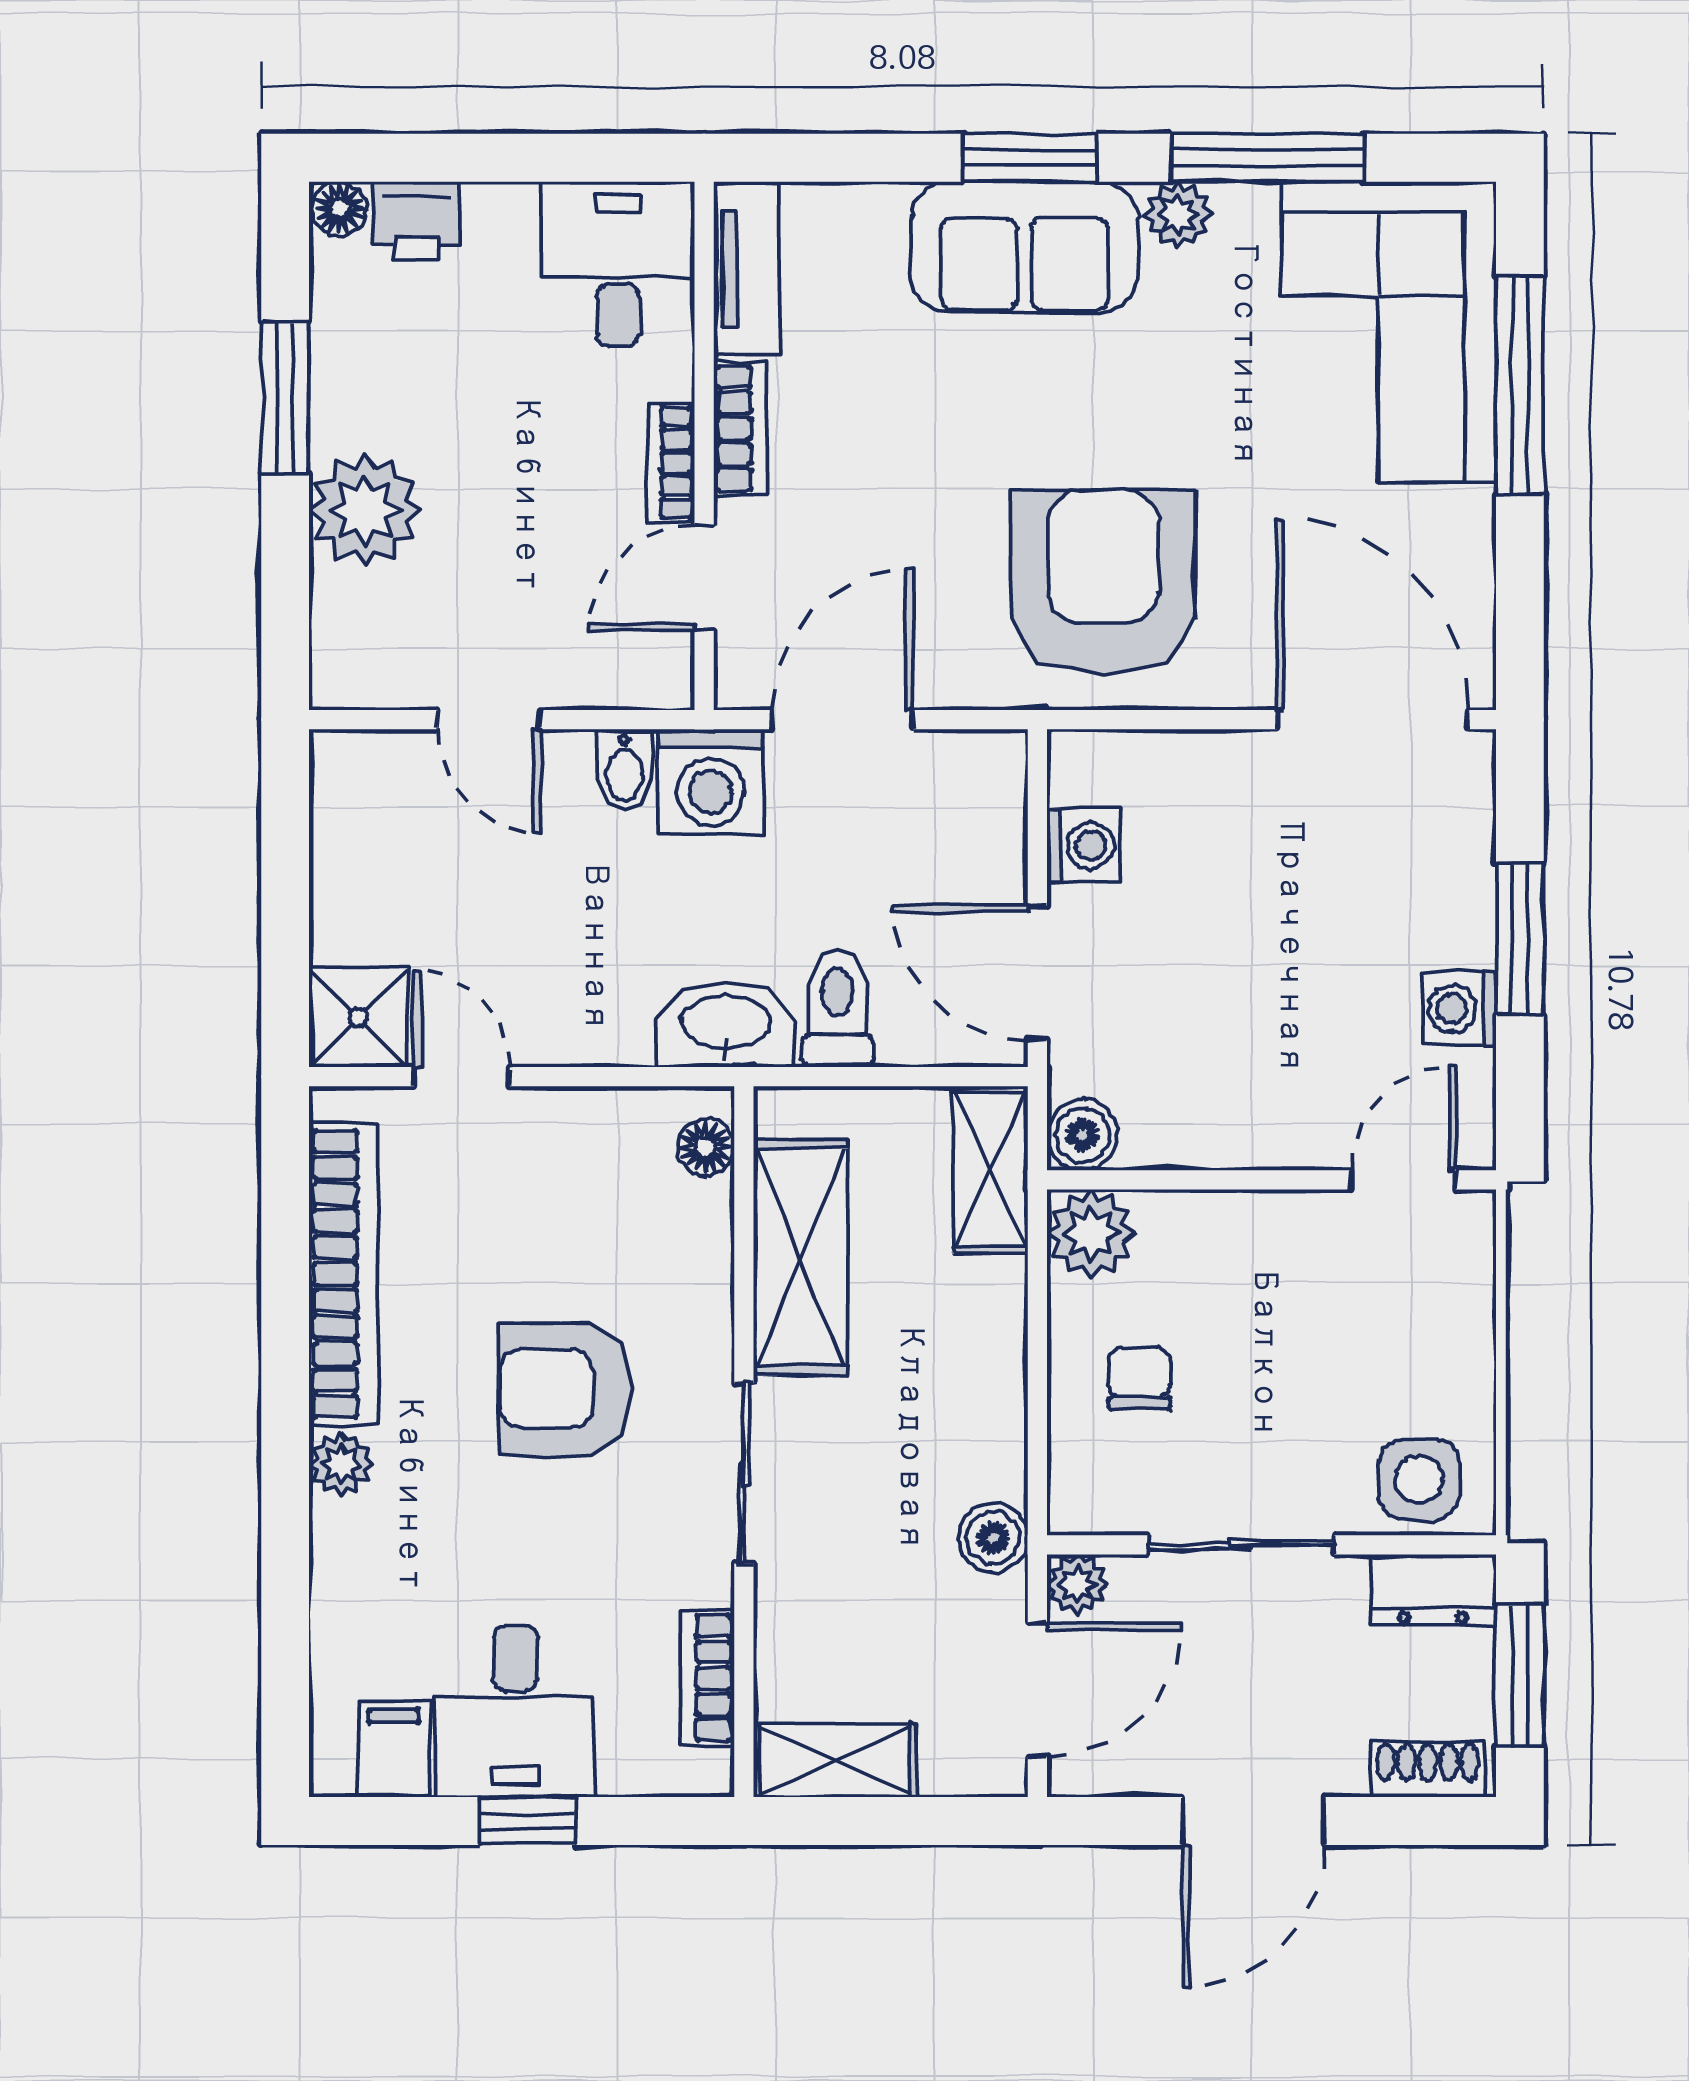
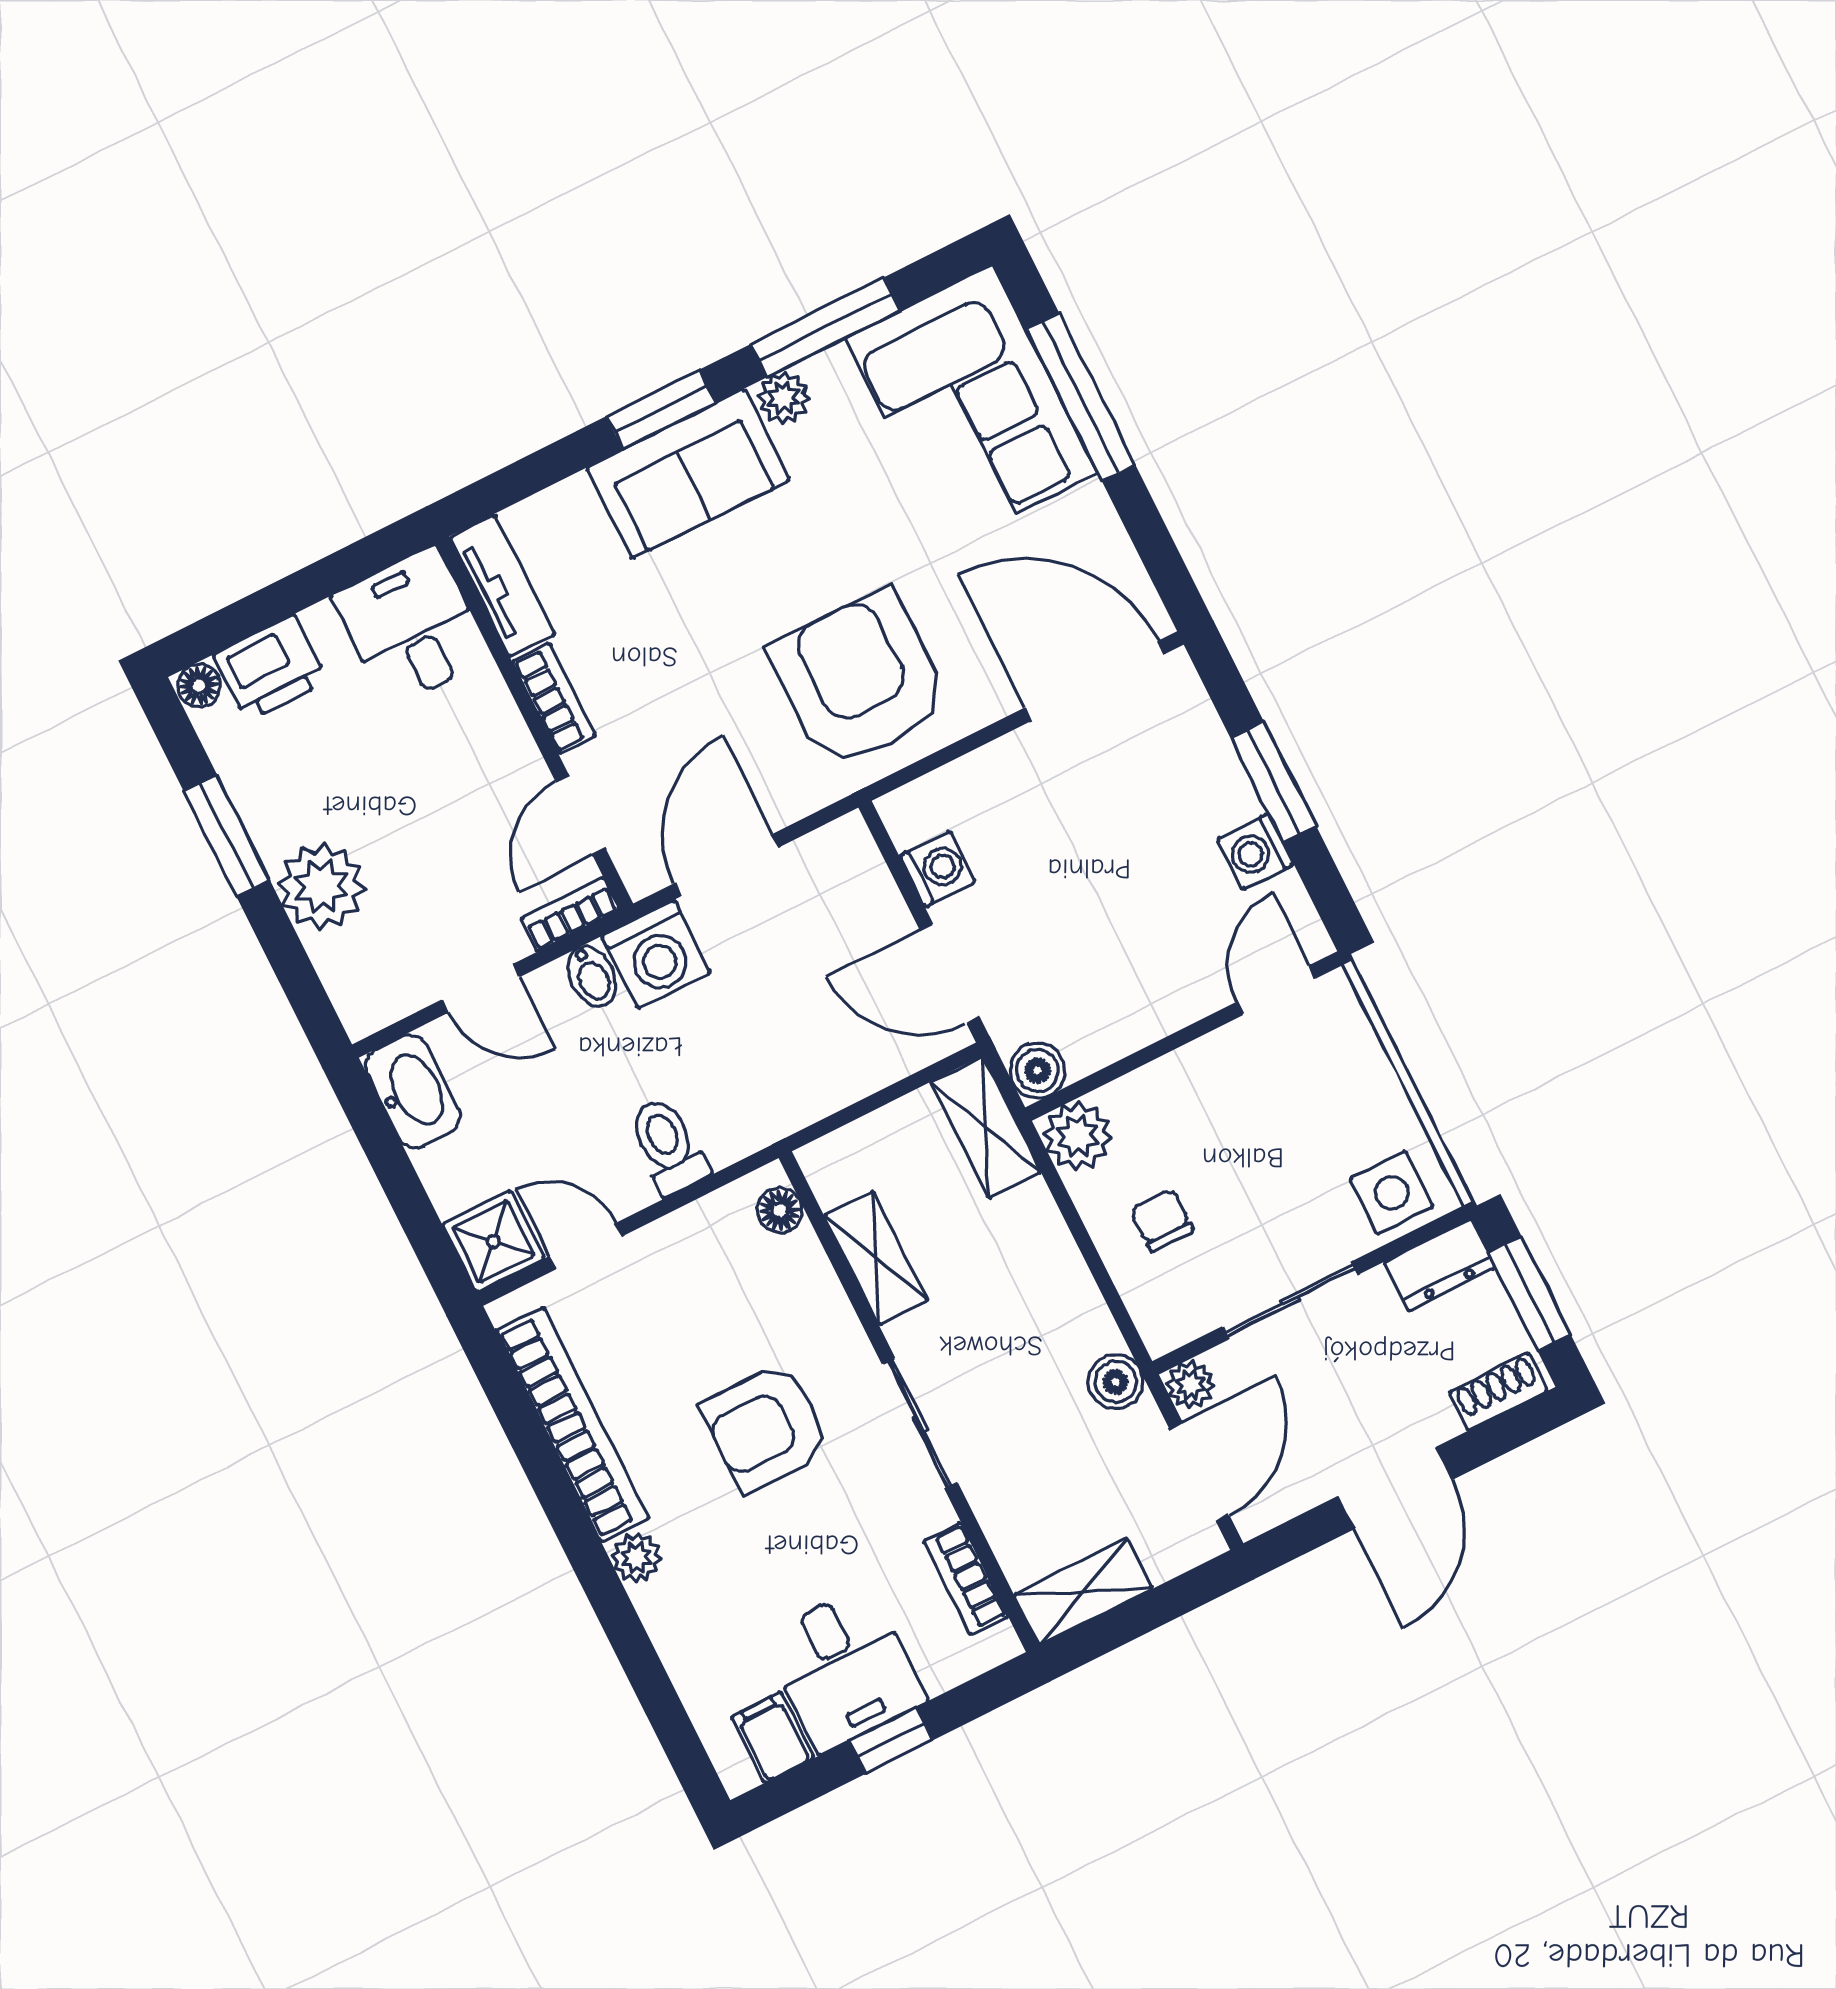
printer: (416, 221) -> (271, 668), width x1.36, depth x1.24
bookcase: (671, 463) -> (570, 914), moved, turned 90
toilet: (837, 1008) -> (668, 1146), moved
washbasin: (726, 1025) -> (413, 1091), moved, turned 90
shelving: (801, 1257) -> (876, 1258), width x0.67, depth x0.75

